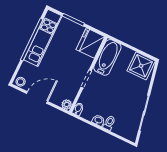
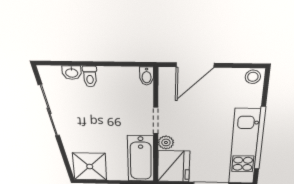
door: (37, 97) -> (195, 65), moved
plant: (67, 104) -> (166, 142), moved
washbasin: (98, 120) -> (72, 73), moved

